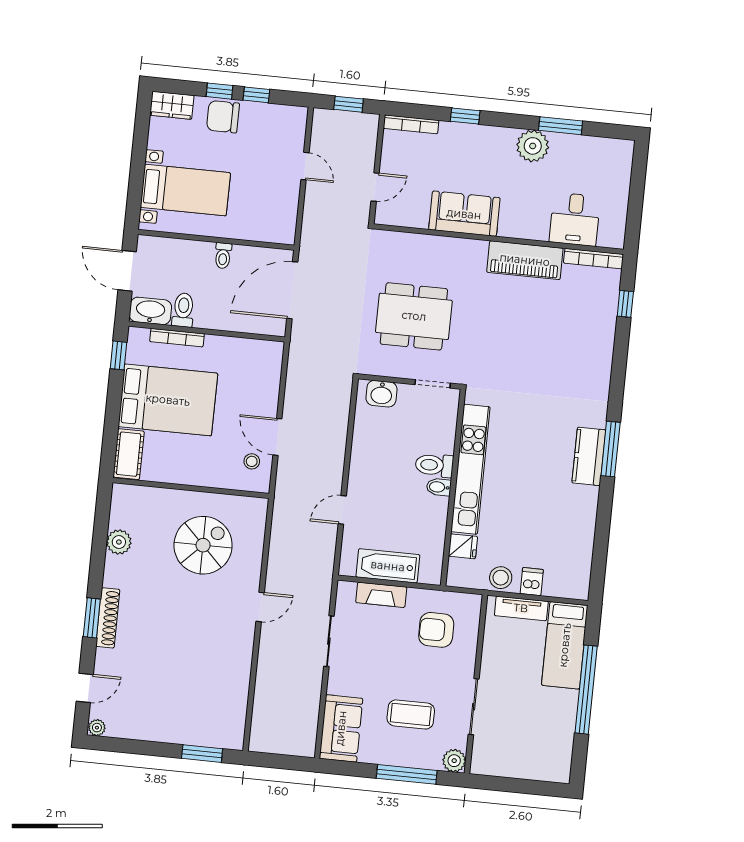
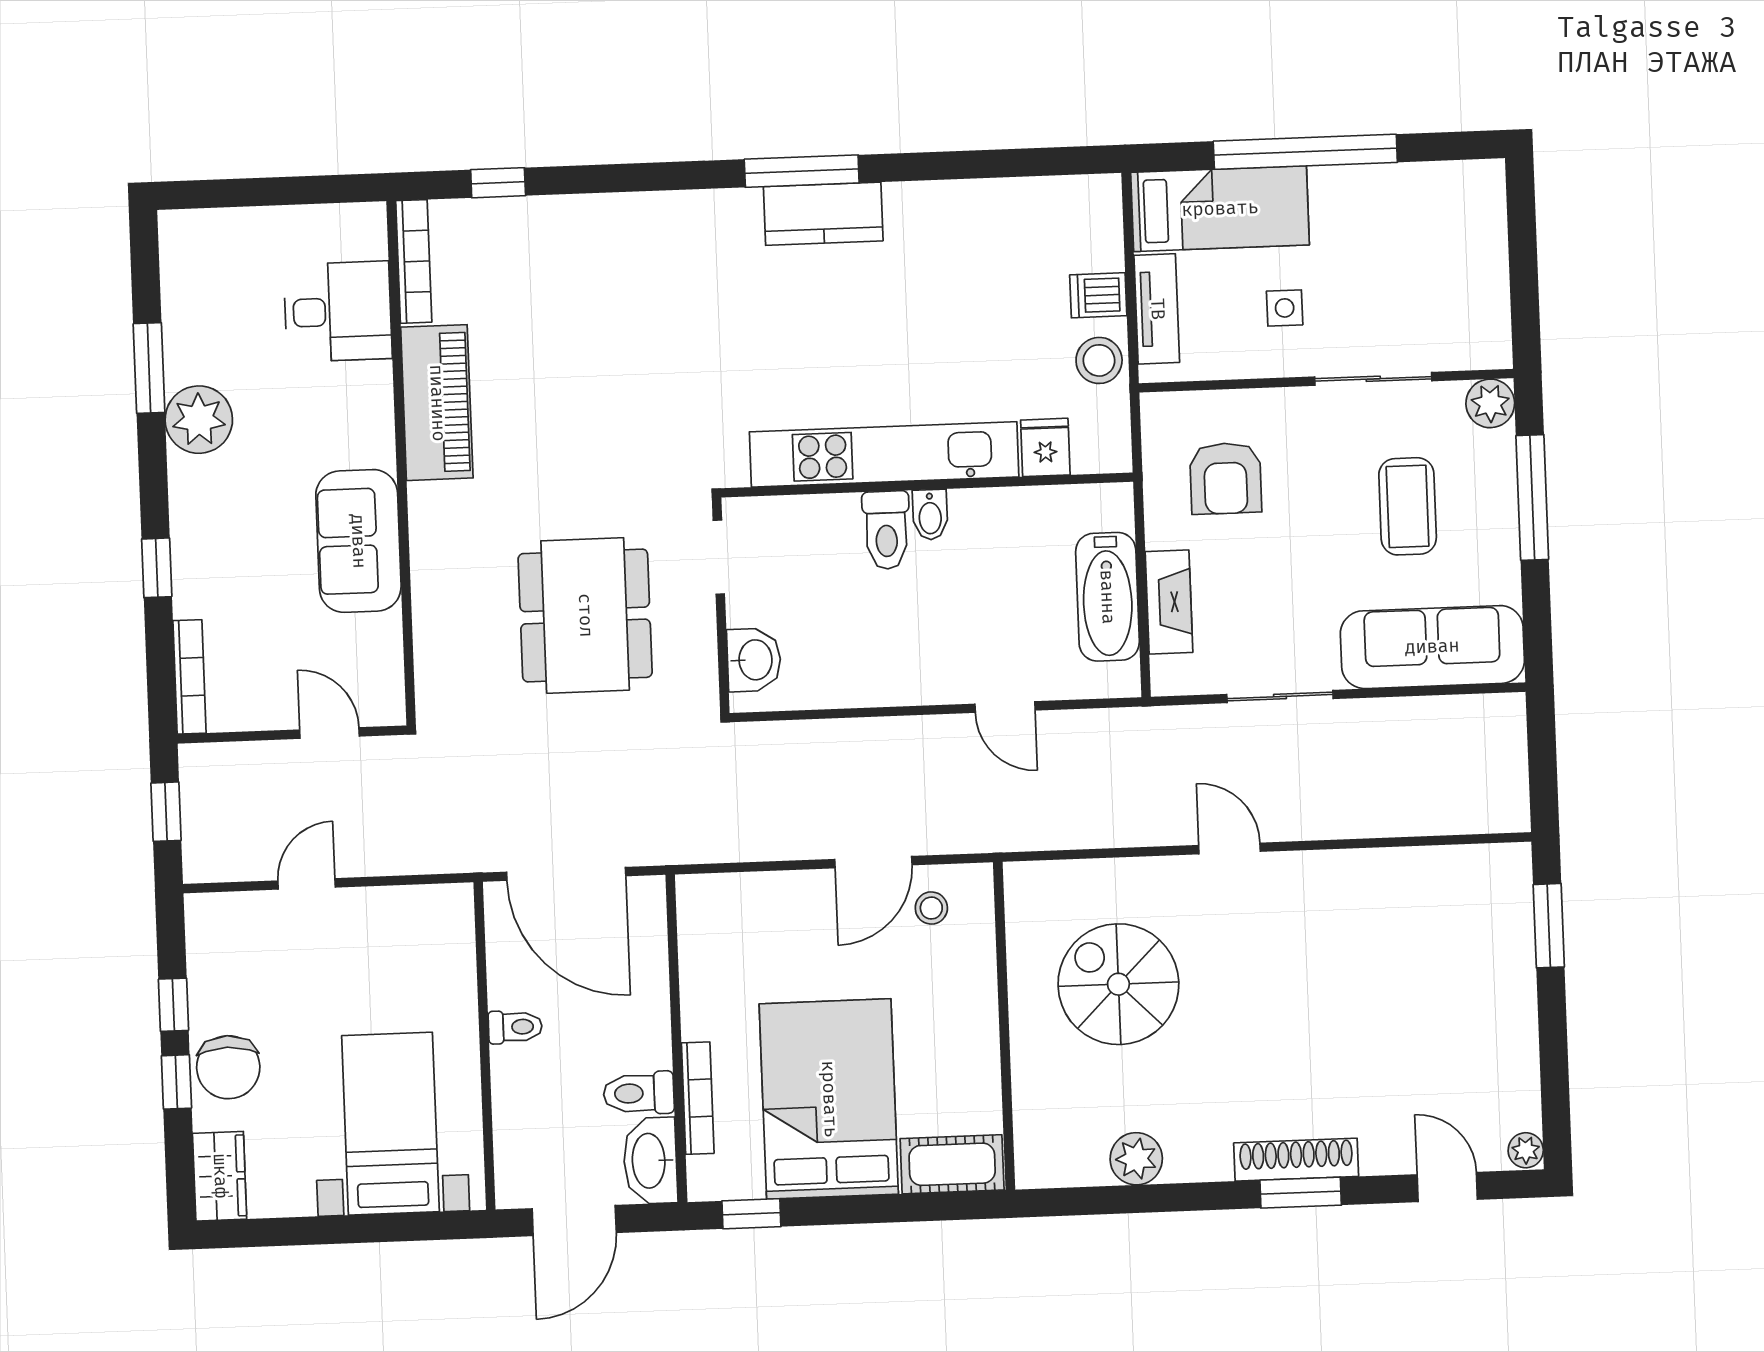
side table: (513, 669) -> (1285, 308), added
sofa: (341, 728) -> (1432, 647), width x1.36

